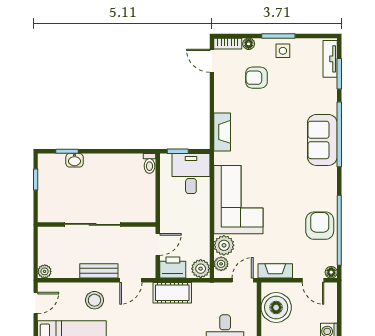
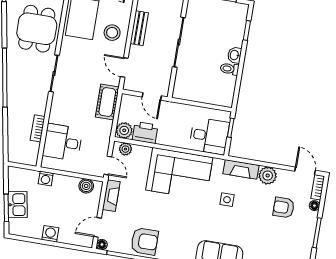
side table: (283, 51) -> (227, 200), moved
door: (212, 61) -> (305, 171), hinge flipped
armchair: (256, 78) -> (284, 207), turned -90
washbasin: (74, 160) -> (235, 55), moved
toilet: (149, 163) -> (230, 69), moved
plant: (224, 245) -> (268, 176), moved
printer: (173, 267) -> (145, 133), moved, turned -90
bench: (99, 271) -> (139, 28), moved
boiler: (276, 307) -> (86, 186), width x0.54, depth x0.54

